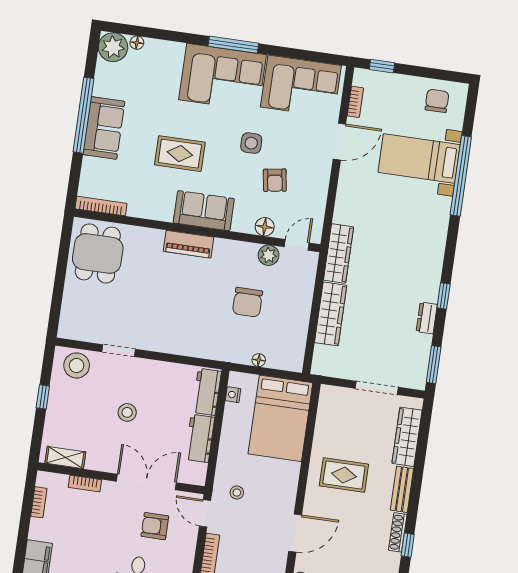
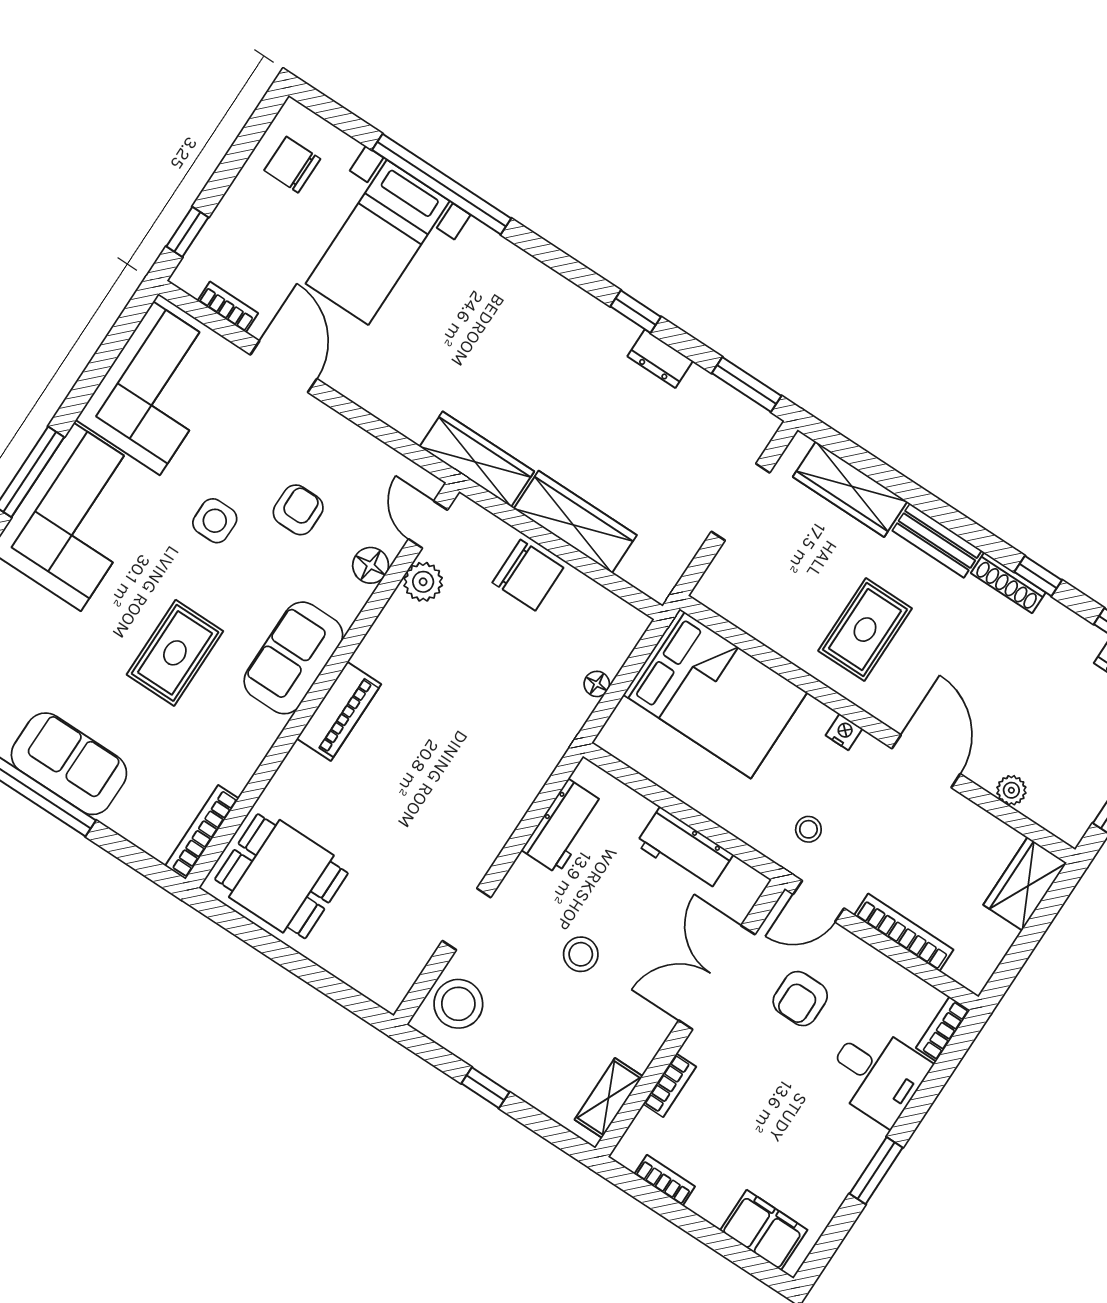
armchair: (275, 180) -> (298, 510), turned -81
chair: (248, 302) -> (528, 575), moved
workbench: (207, 392) -> (563, 826), moved, turned -90
nightstand: (233, 395) -> (844, 732), moved, turned 180

